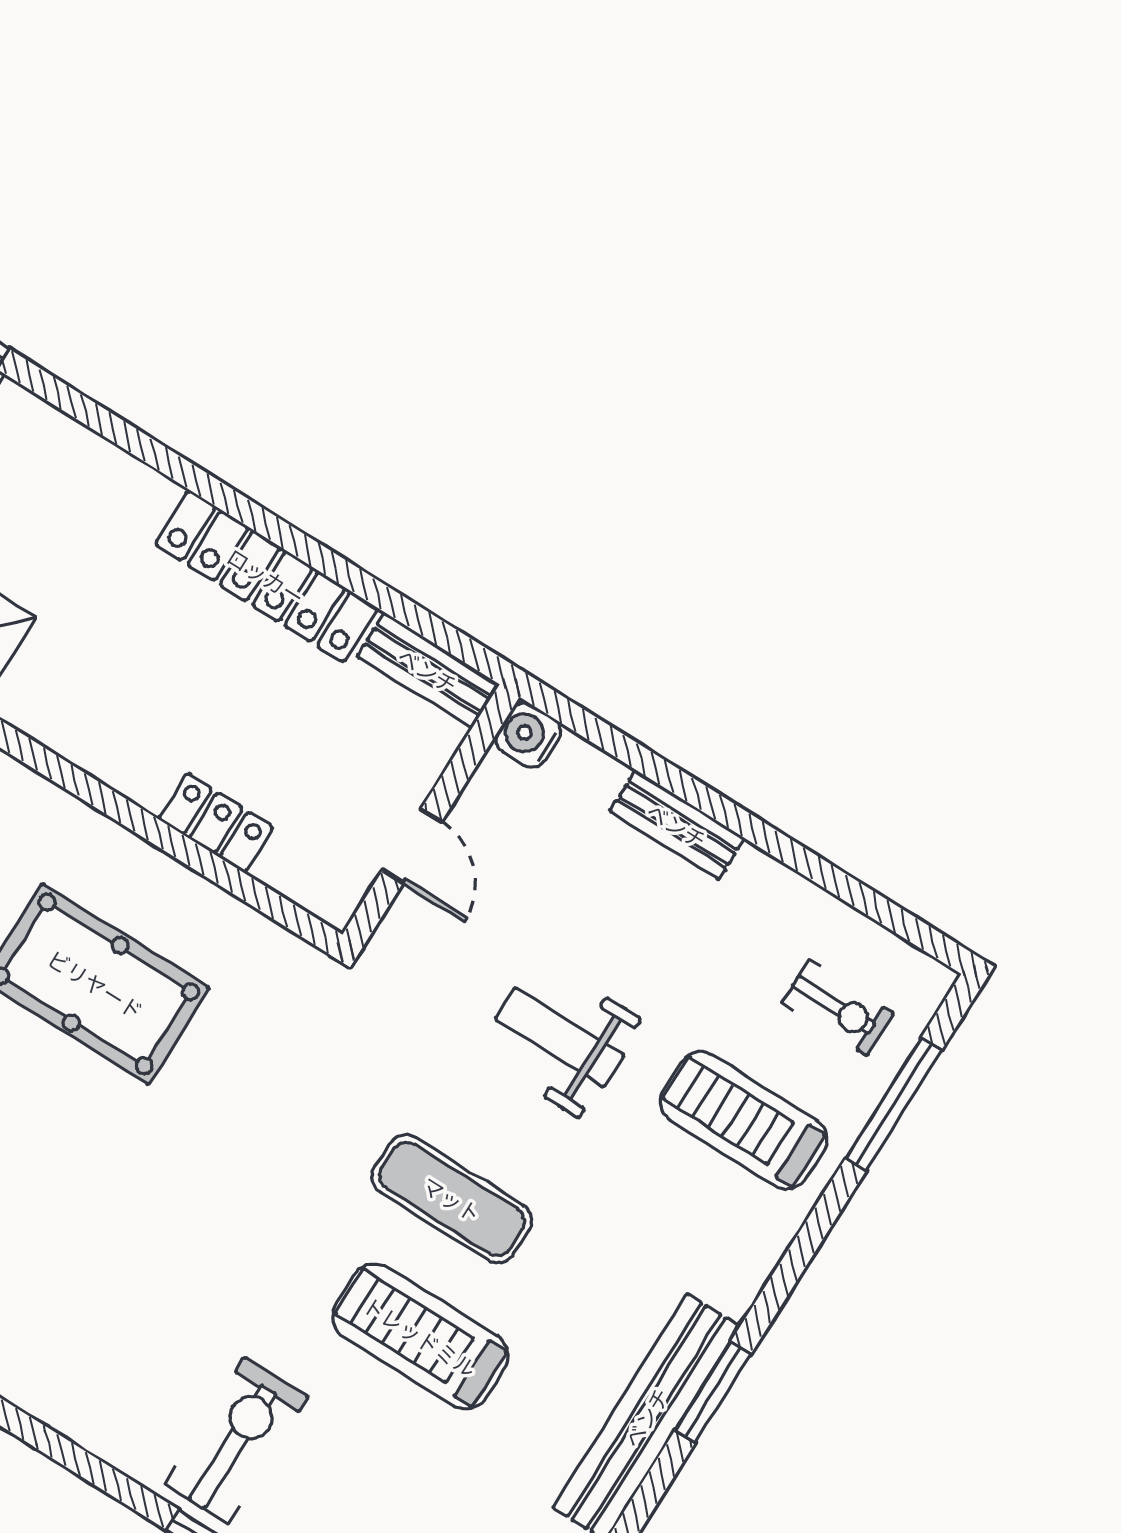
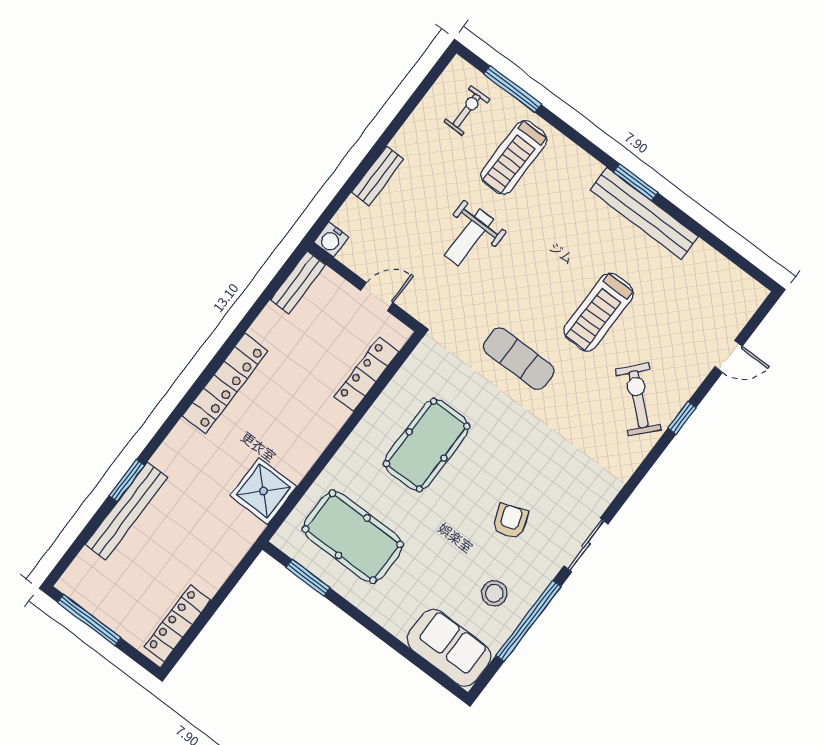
locker: (266, 576) -> (225, 383), moved
locker: (216, 823) -> (366, 374), width x1.53
exercise mat: (452, 1199) -> (519, 359), moved, turned 90
exercise bike: (237, 1440) -> (638, 399), turned 42

